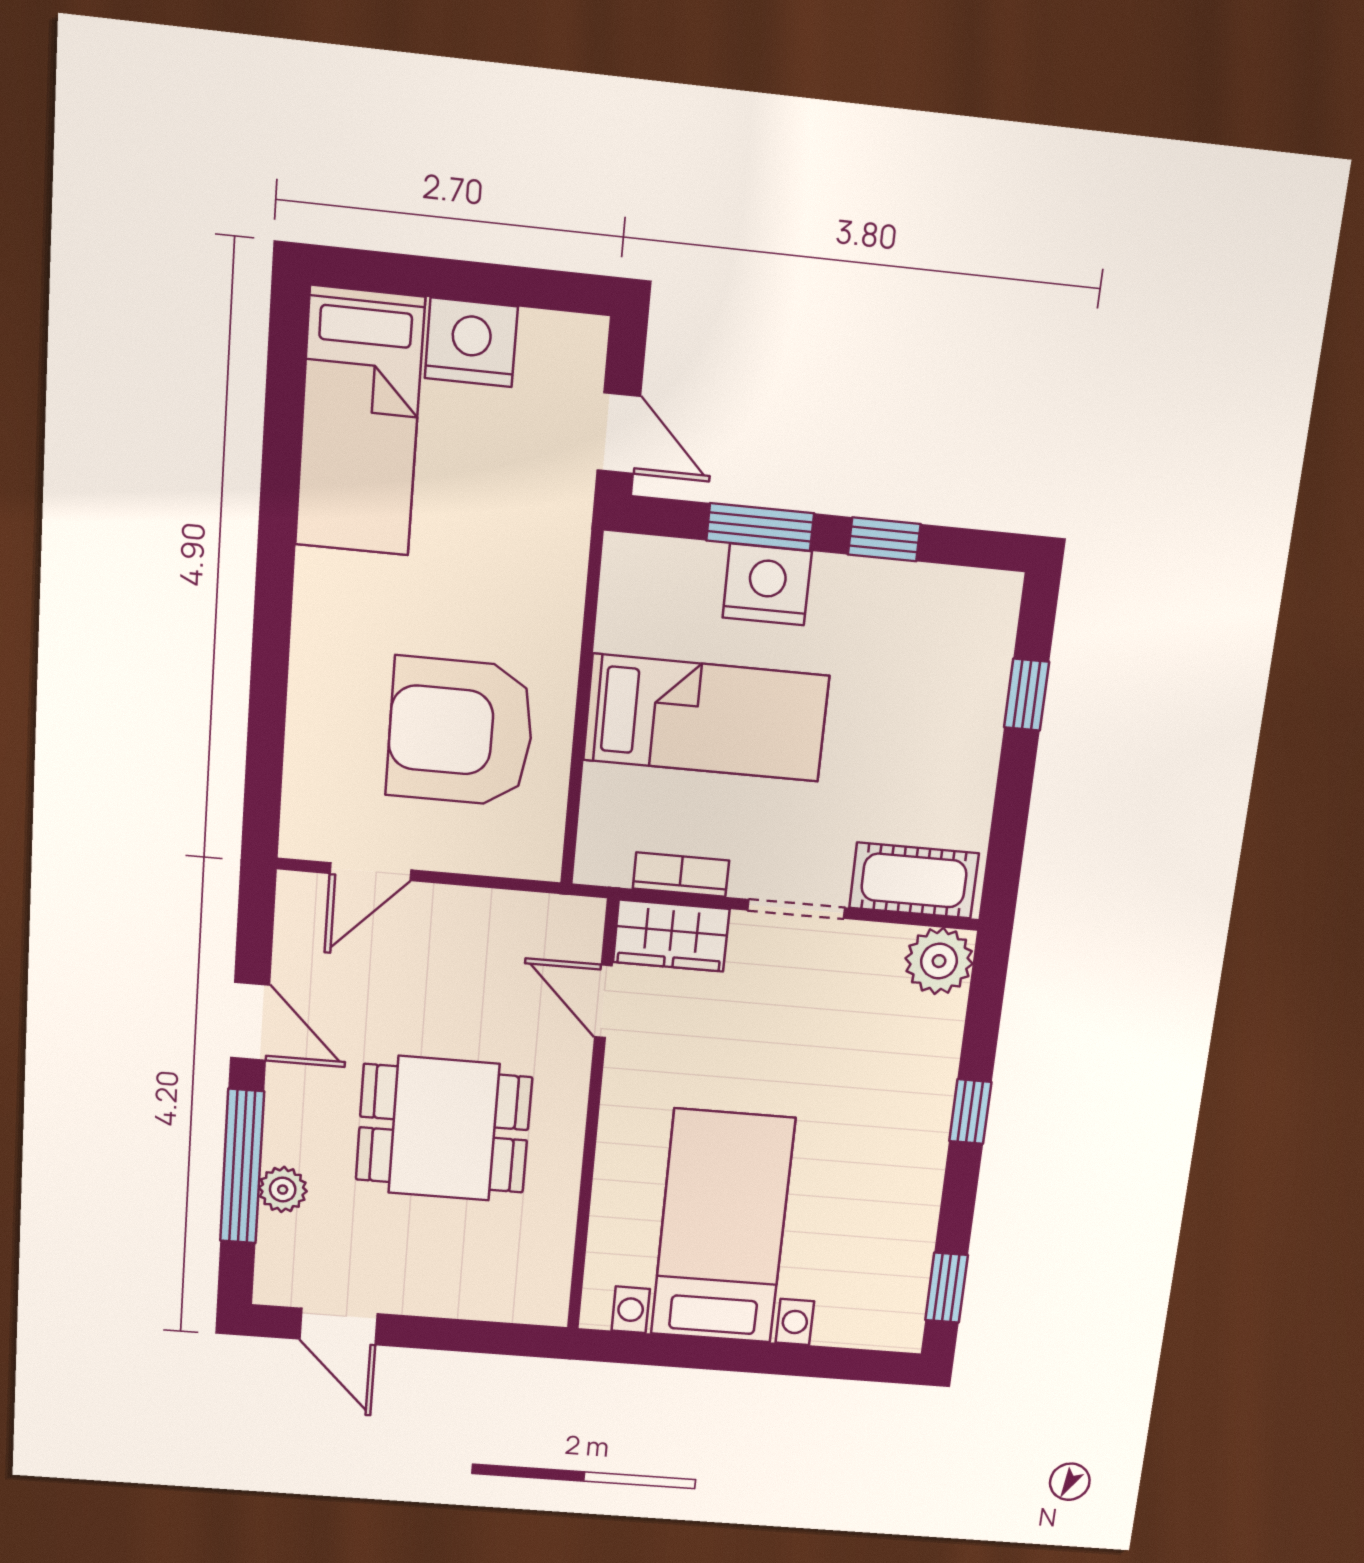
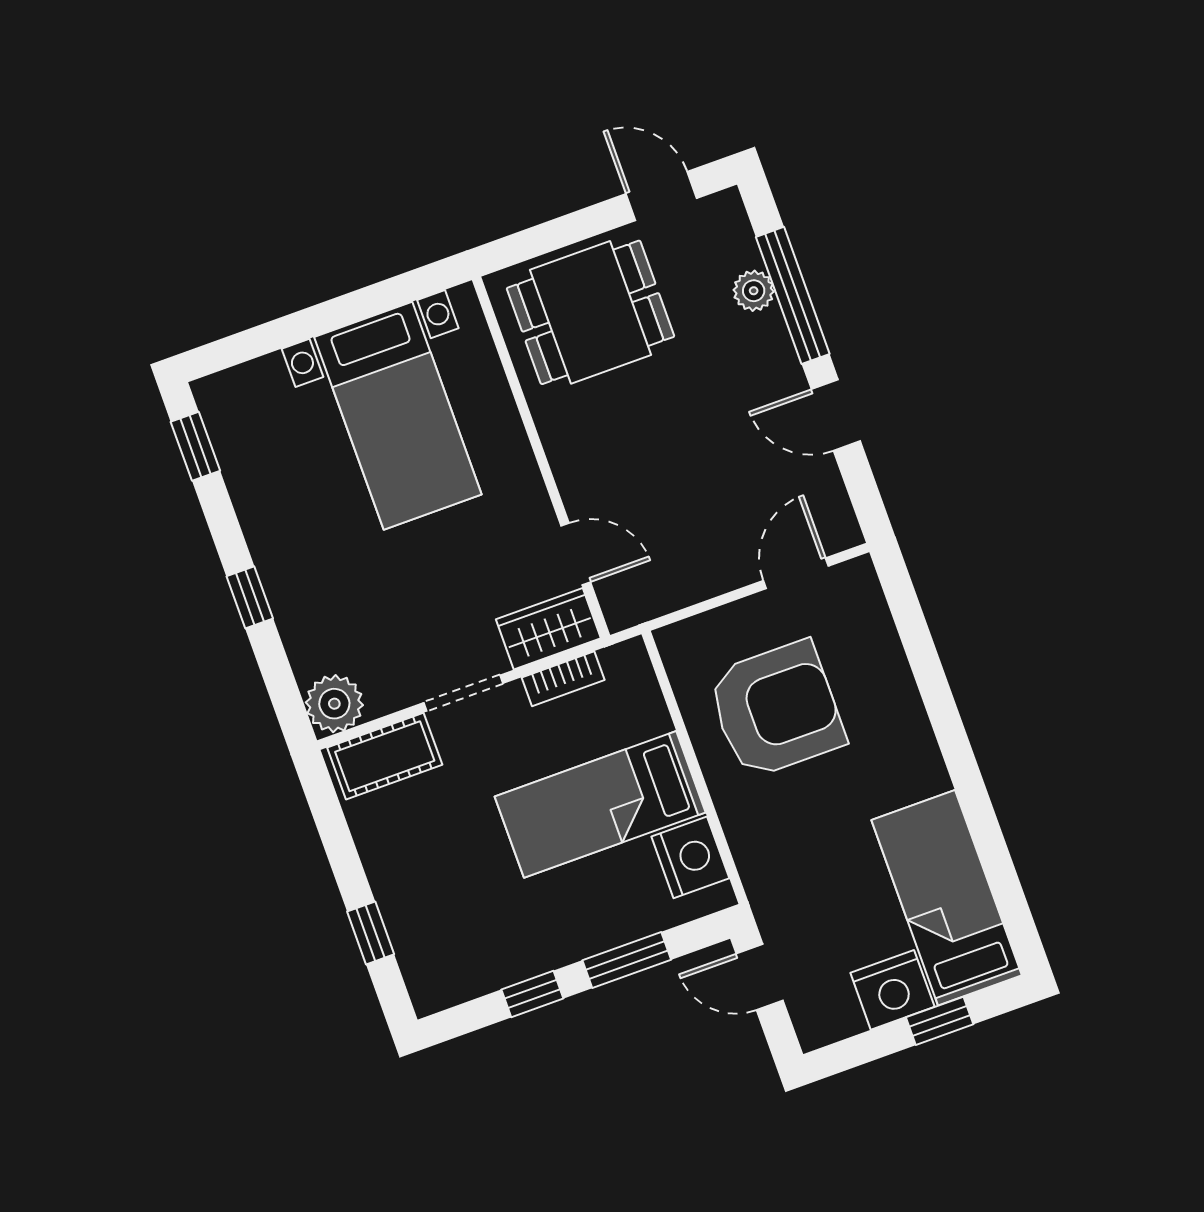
window: (432, 277) -> (940, 1021), added
nightstand: (767, 584) -> (690, 857), moved, turned -90
dining table: (444, 1129) -> (590, 312), moved

